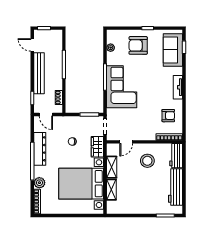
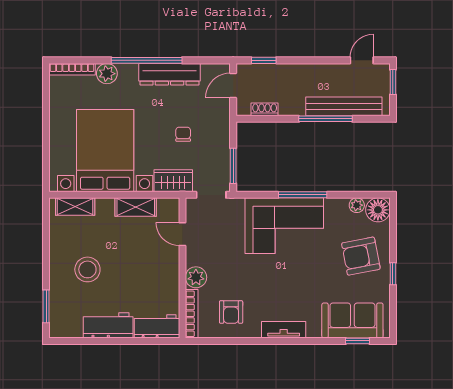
floor lamp: (113, 36) -> (378, 210), added
armchair: (138, 45) -> (361, 256), turned -101
bench: (39, 73) -> (344, 106), moved
plant: (150, 135) -> (196, 277), added
stool: (147, 161) -> (87, 269), moved
workbench: (175, 187) -> (108, 325), width x0.73
shelving: (111, 190) -> (75, 207), moved

